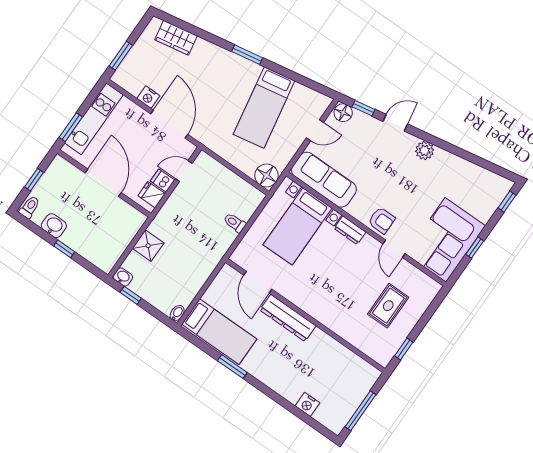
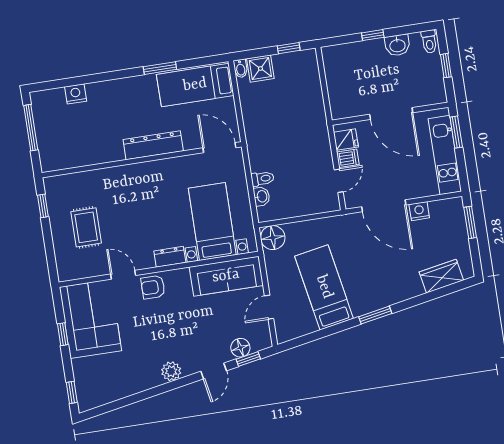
floor lamp: (343, 113) -> (240, 348), moved
shower: (148, 246) -> (260, 68), moved
washbasin: (123, 277) -> (262, 196), moved, turned -90
door: (258, 282) -> (219, 148), moved

